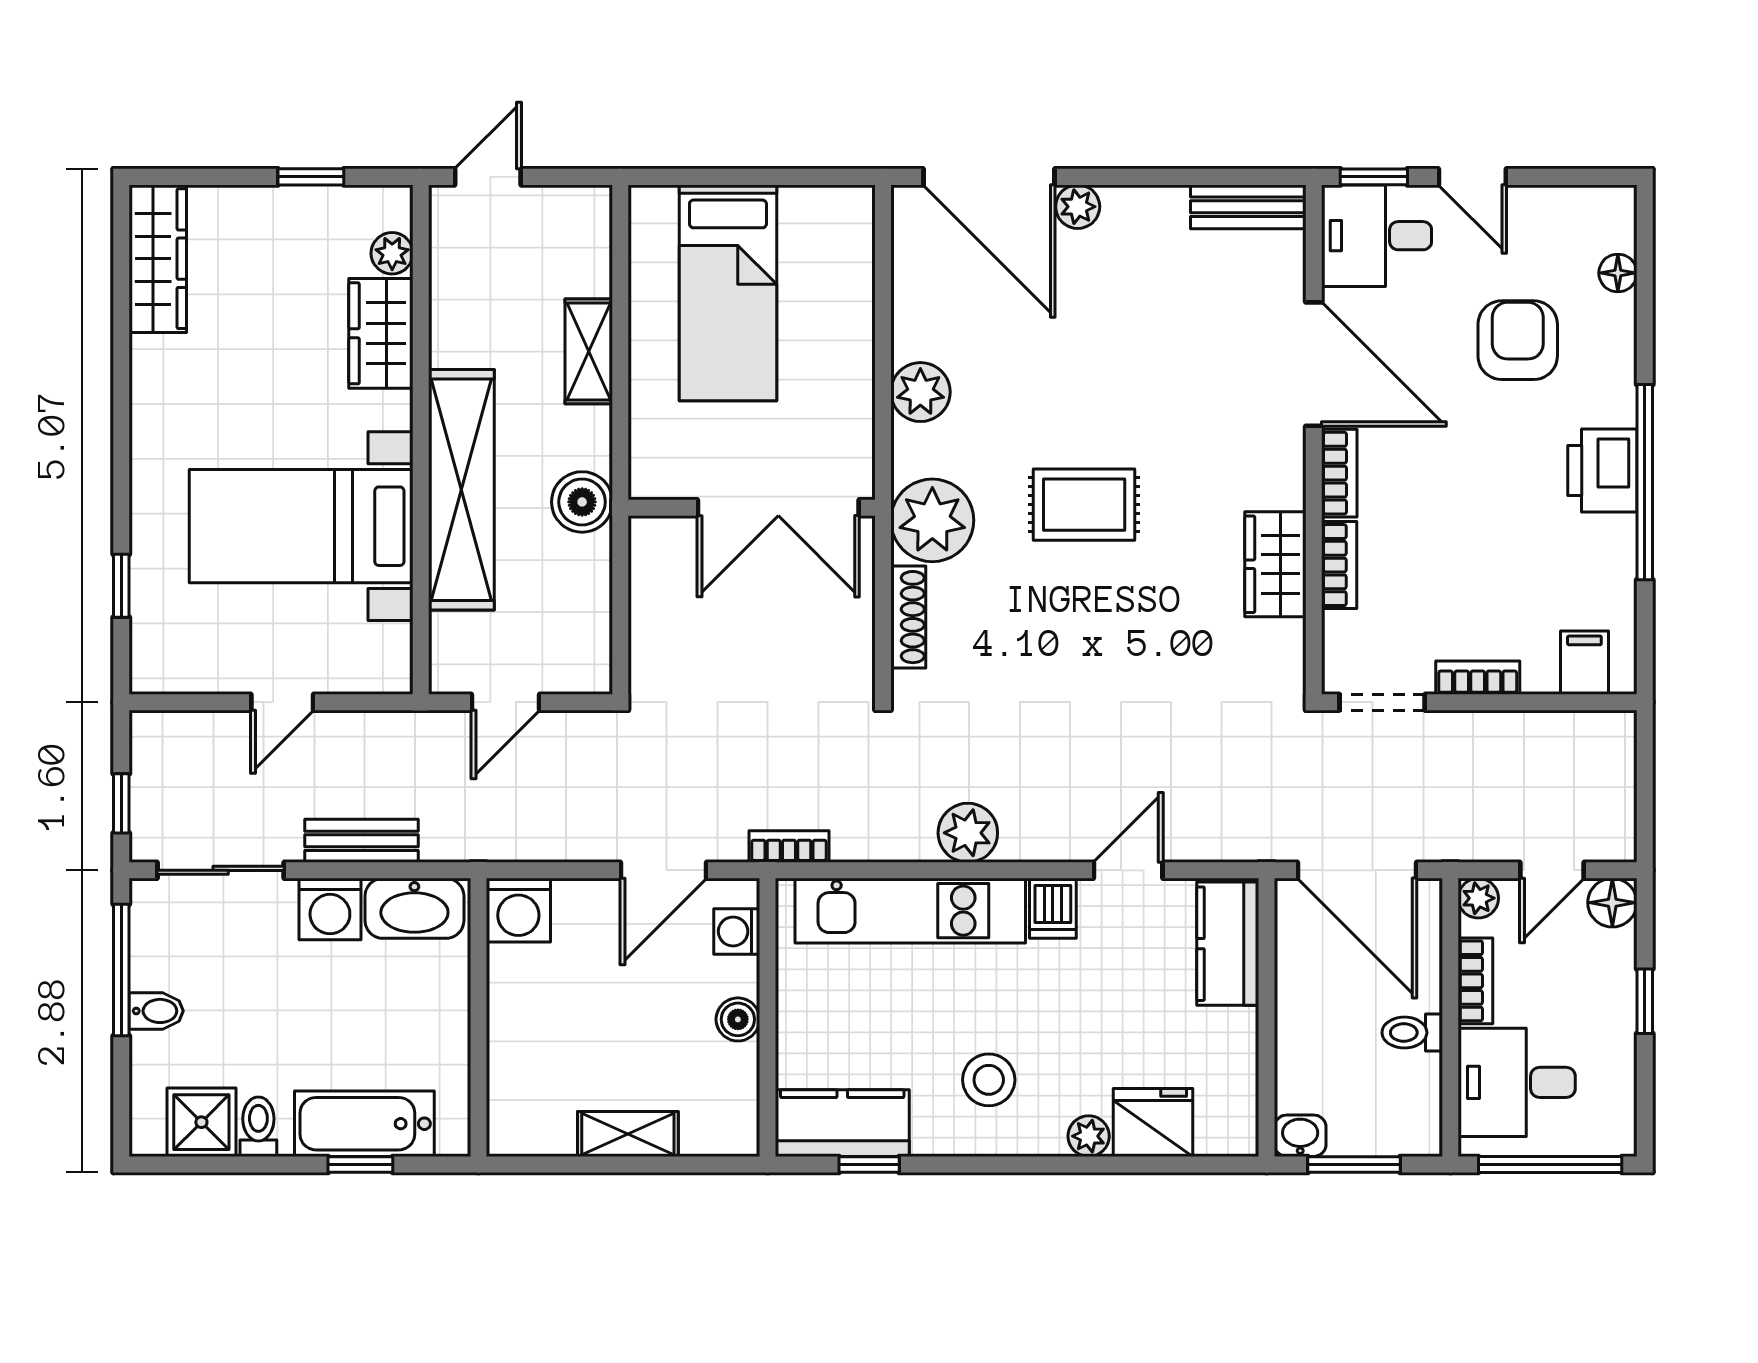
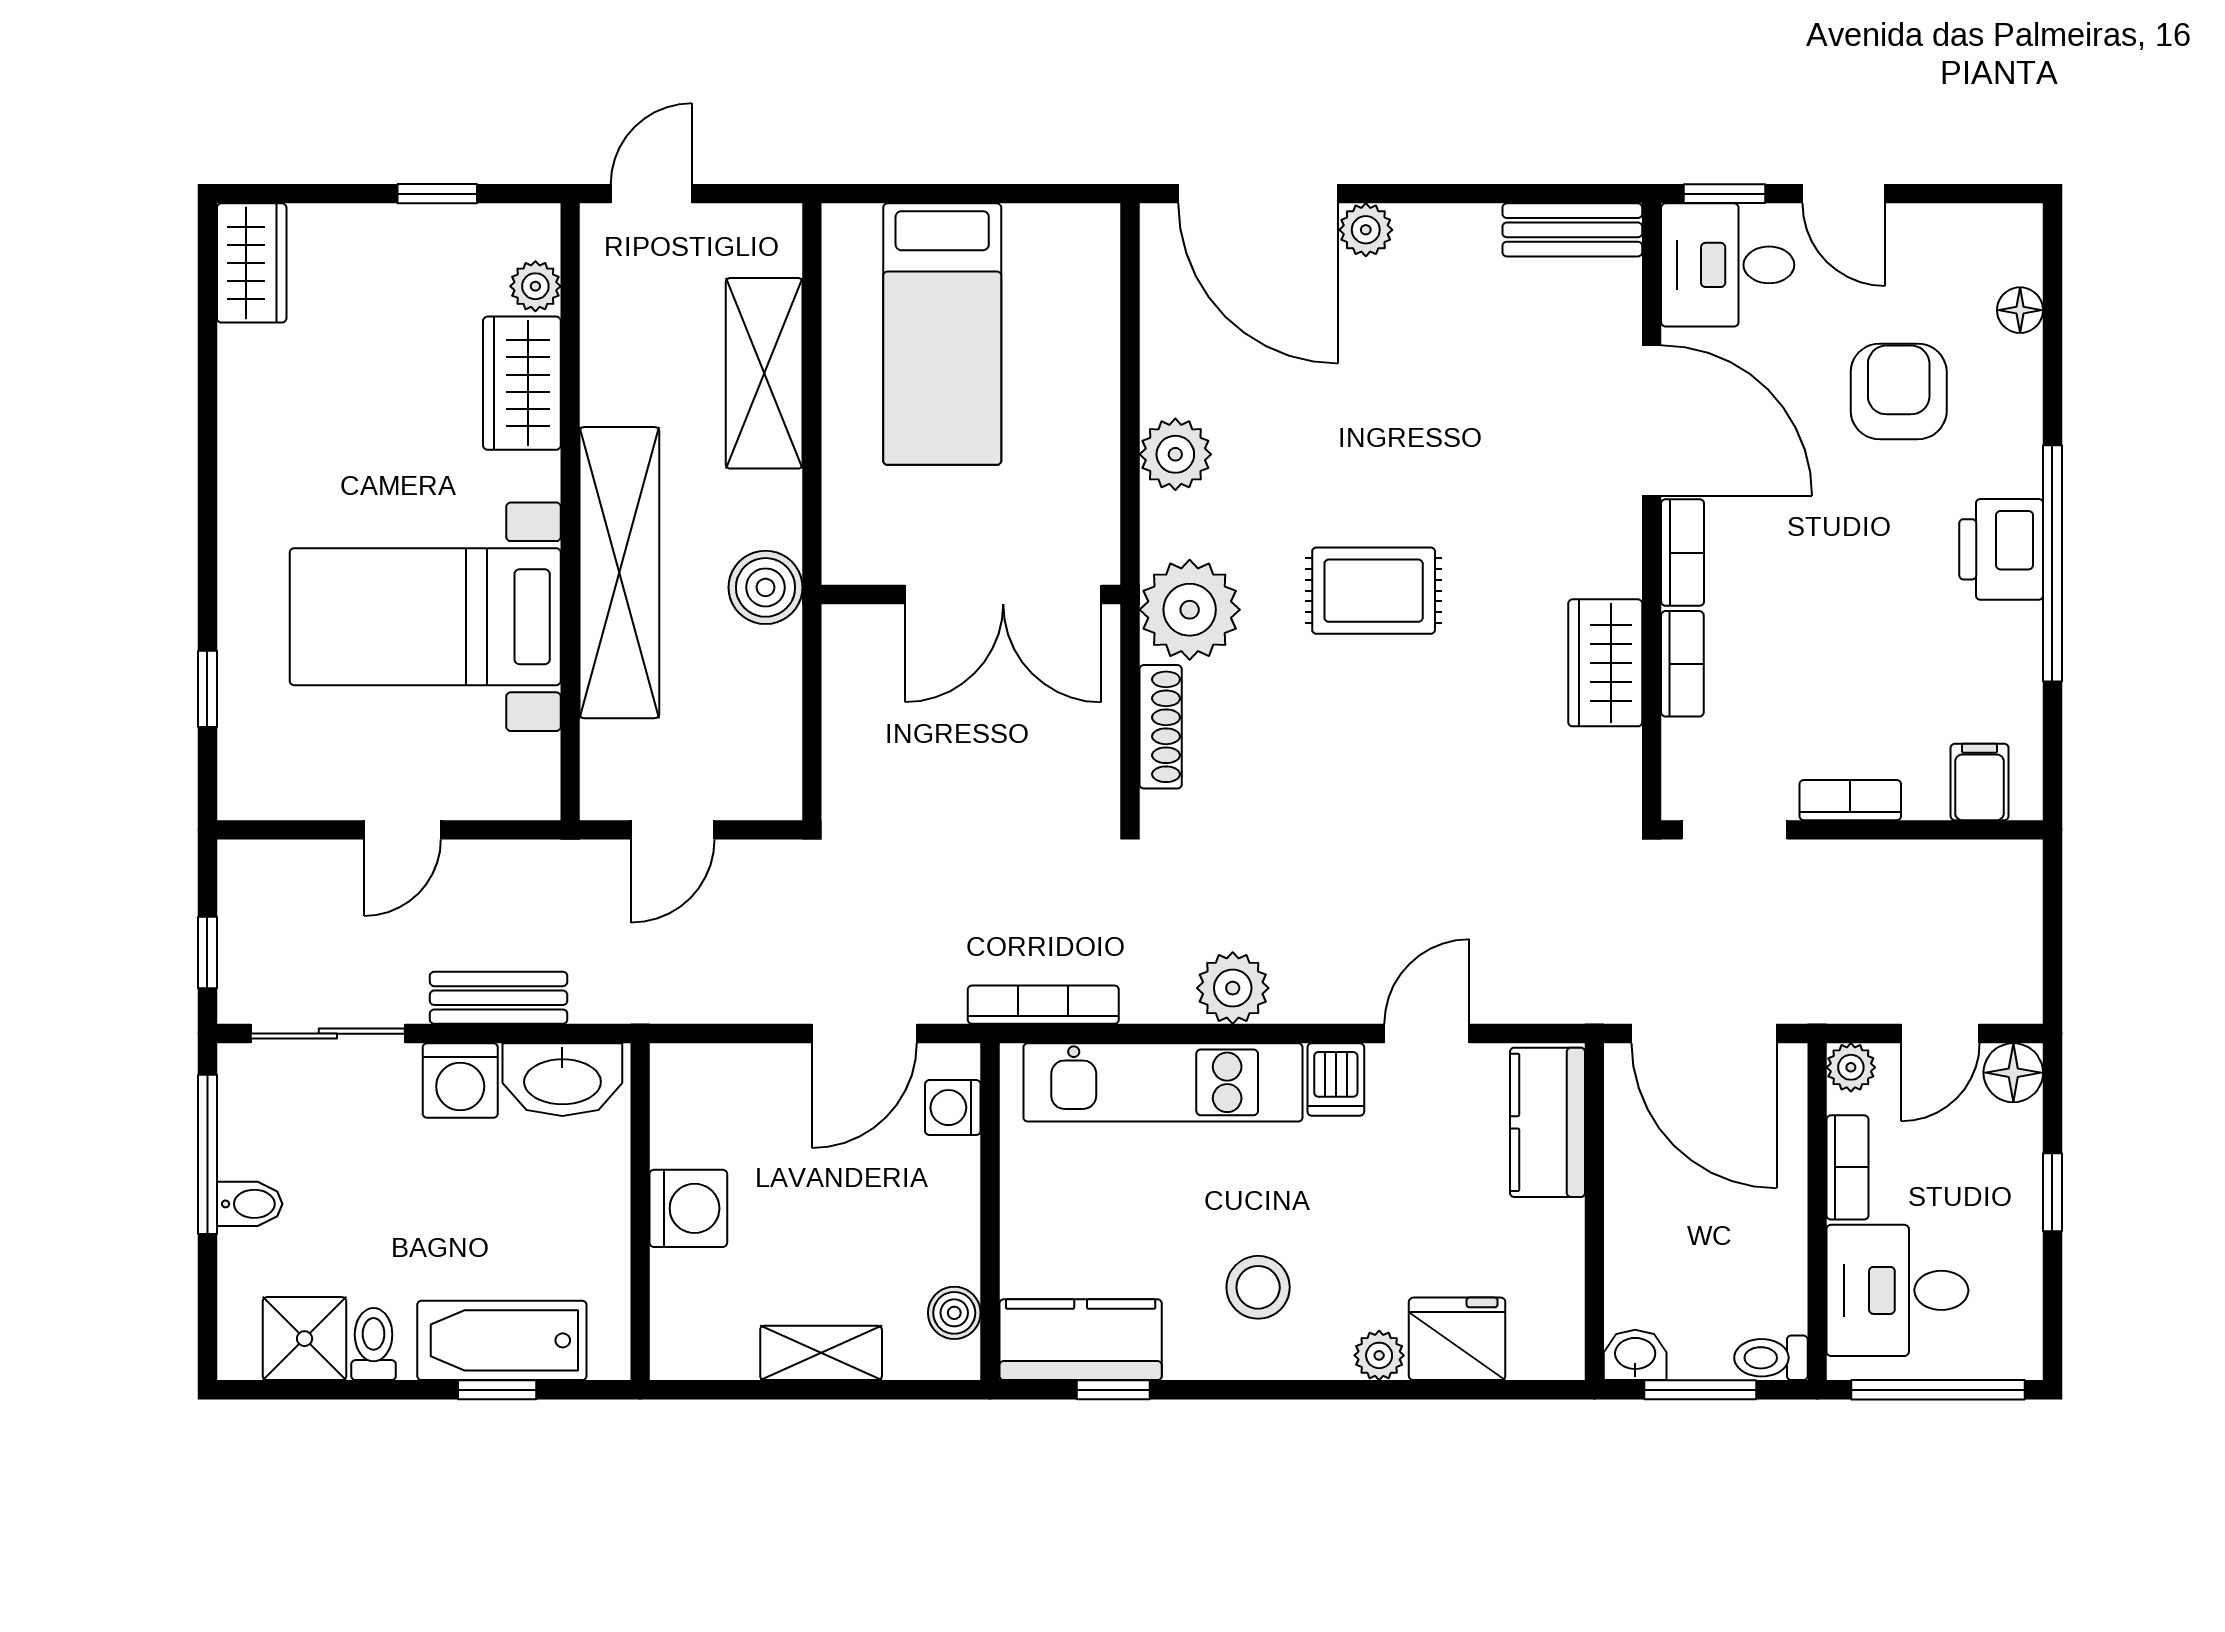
wardrobe: (158, 259) -> (252, 263), width x0.67
shelving: (589, 351) -> (764, 373), width x1.50, depth x1.33
bookcase: (789, 846) -> (1043, 1005), width x1.56
washing machine: (518, 910) -> (688, 1208), moved, turned -90
boiler: (738, 1019) -> (954, 1313), moved
toilet: (1412, 1033) -> (1771, 1358), moved

